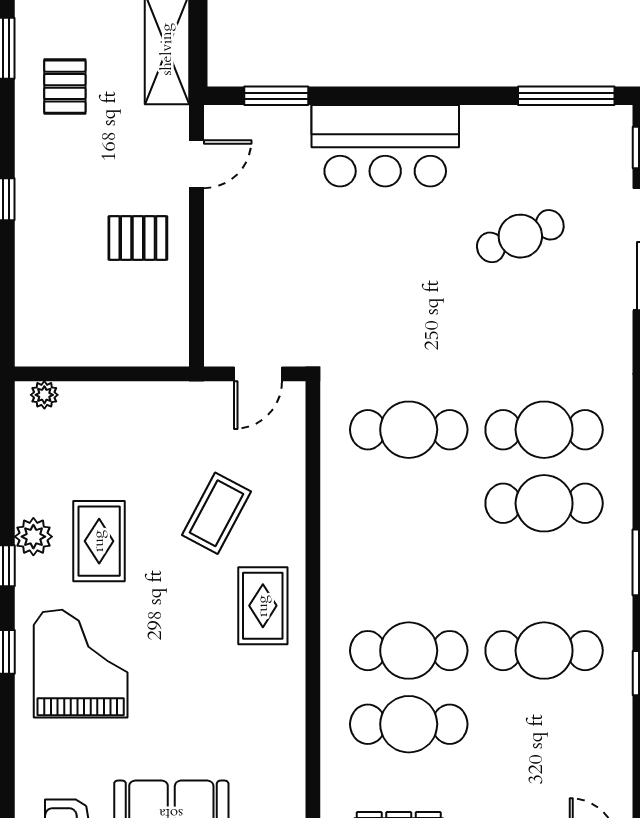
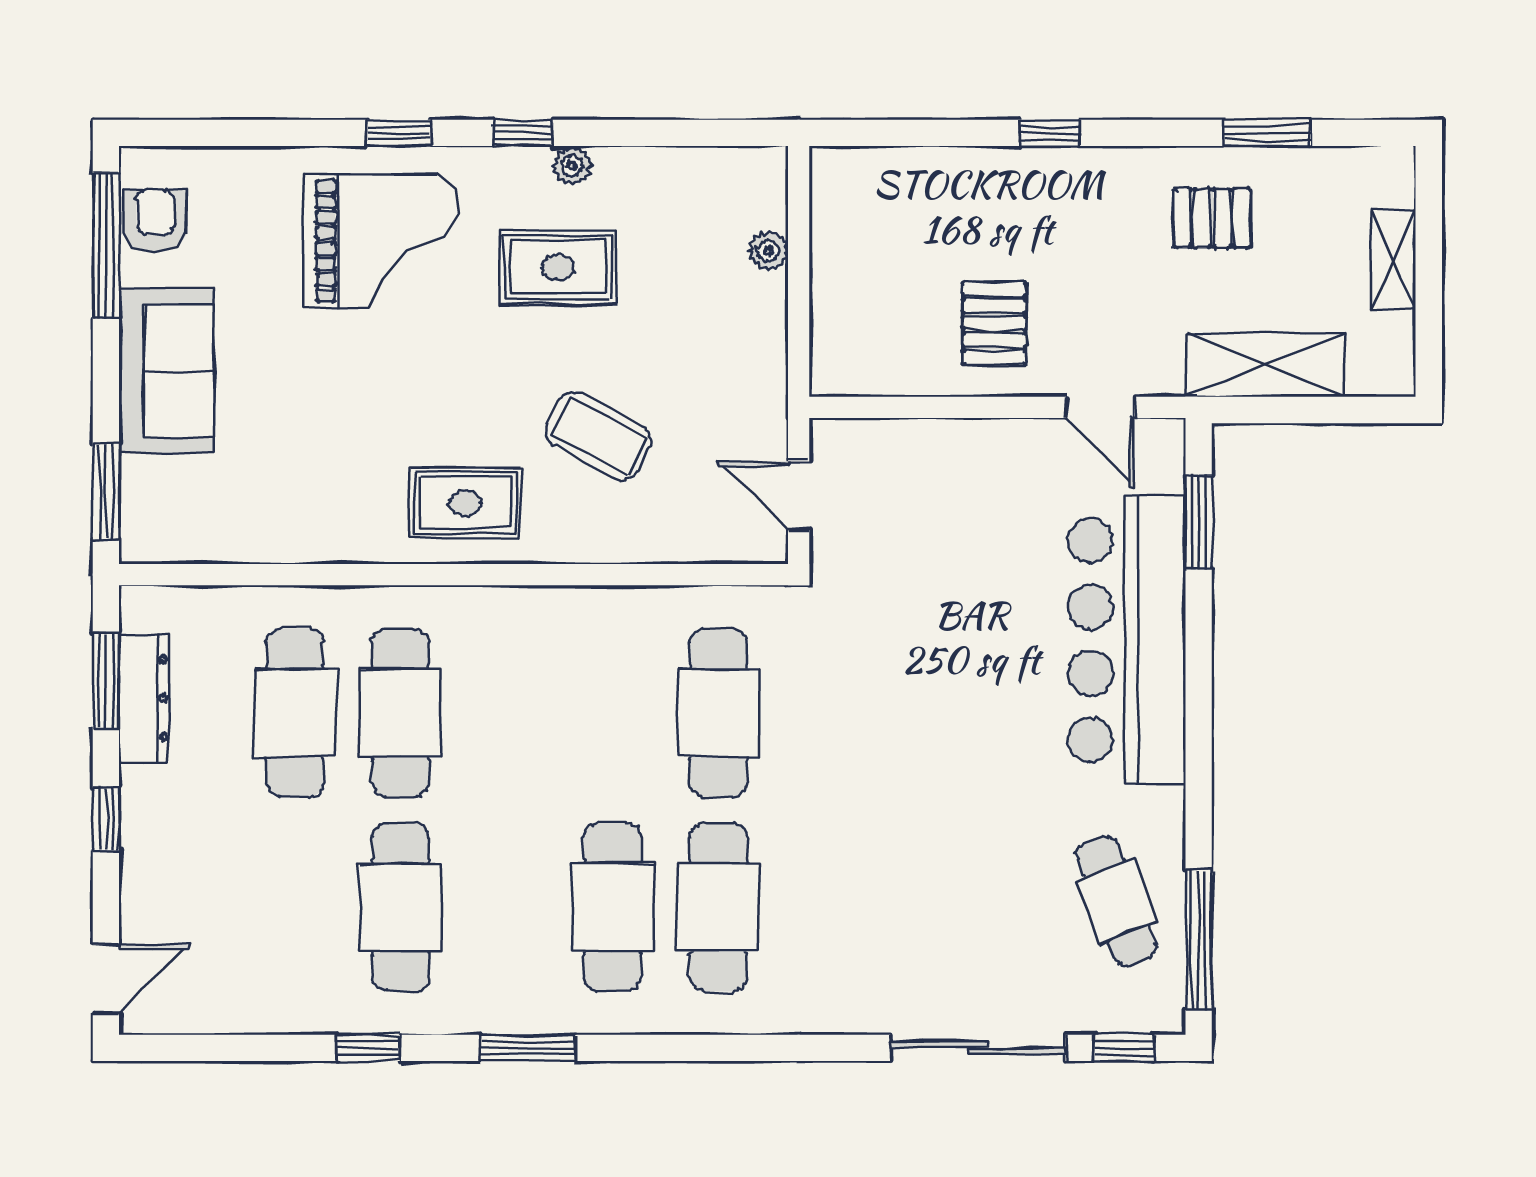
bar counter: (385, 146) -> (1127, 640), width x1.36
cafe table: (520, 236) -> (1116, 901), moved
plant: (44, 395) -> (768, 251), moved
plant: (33, 537) -> (572, 166), width x0.73, depth x0.73

